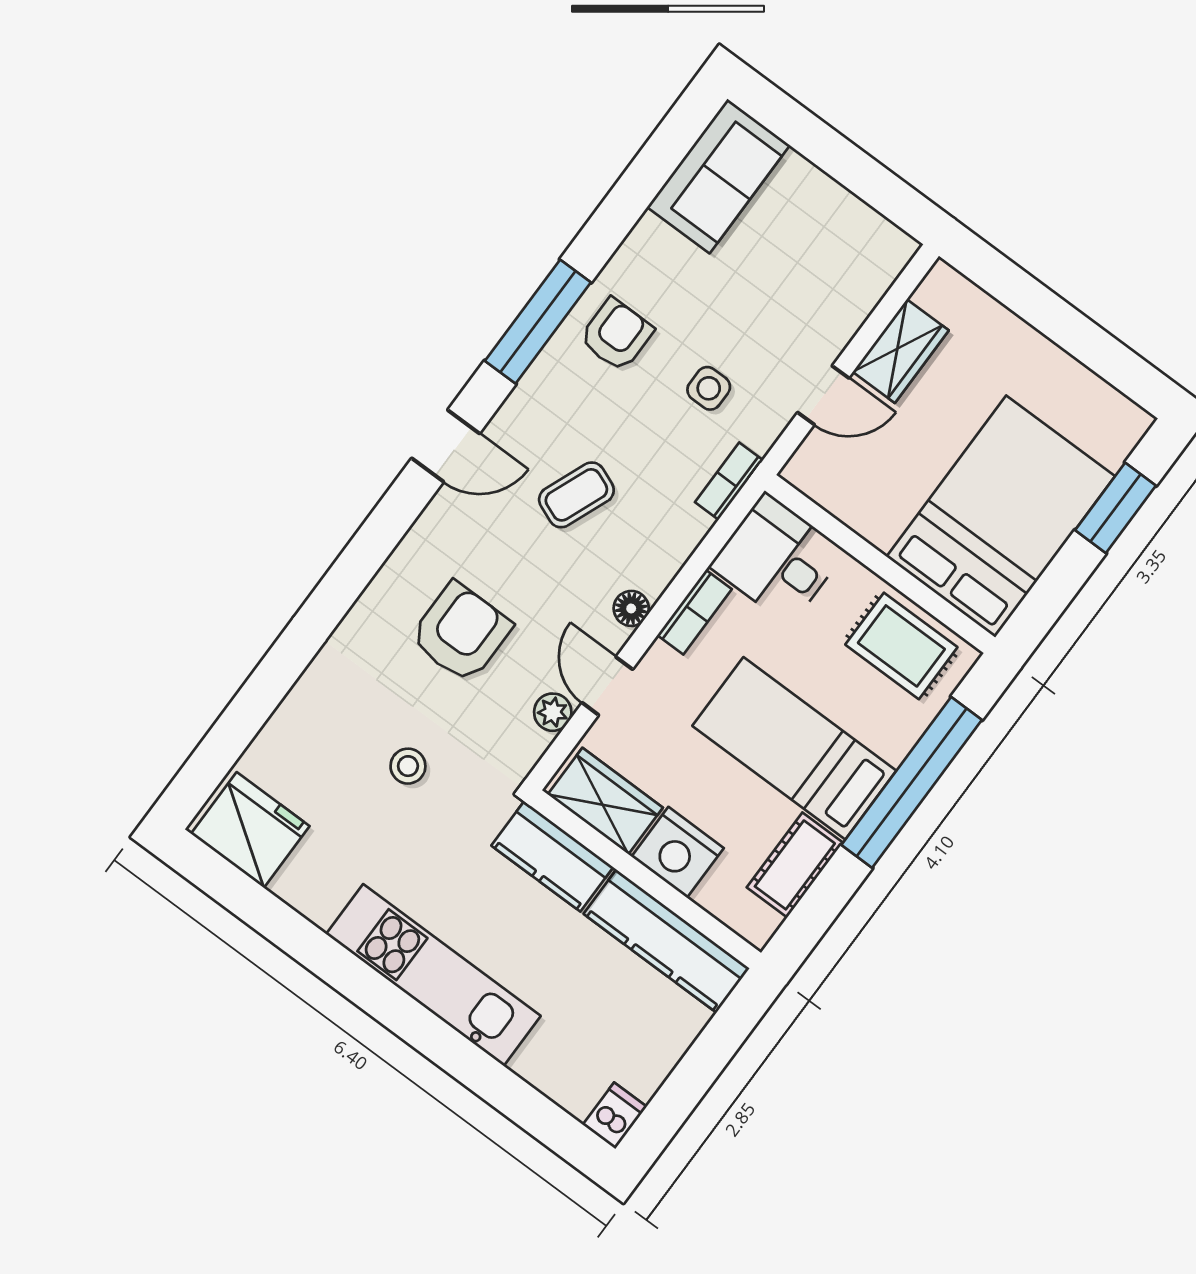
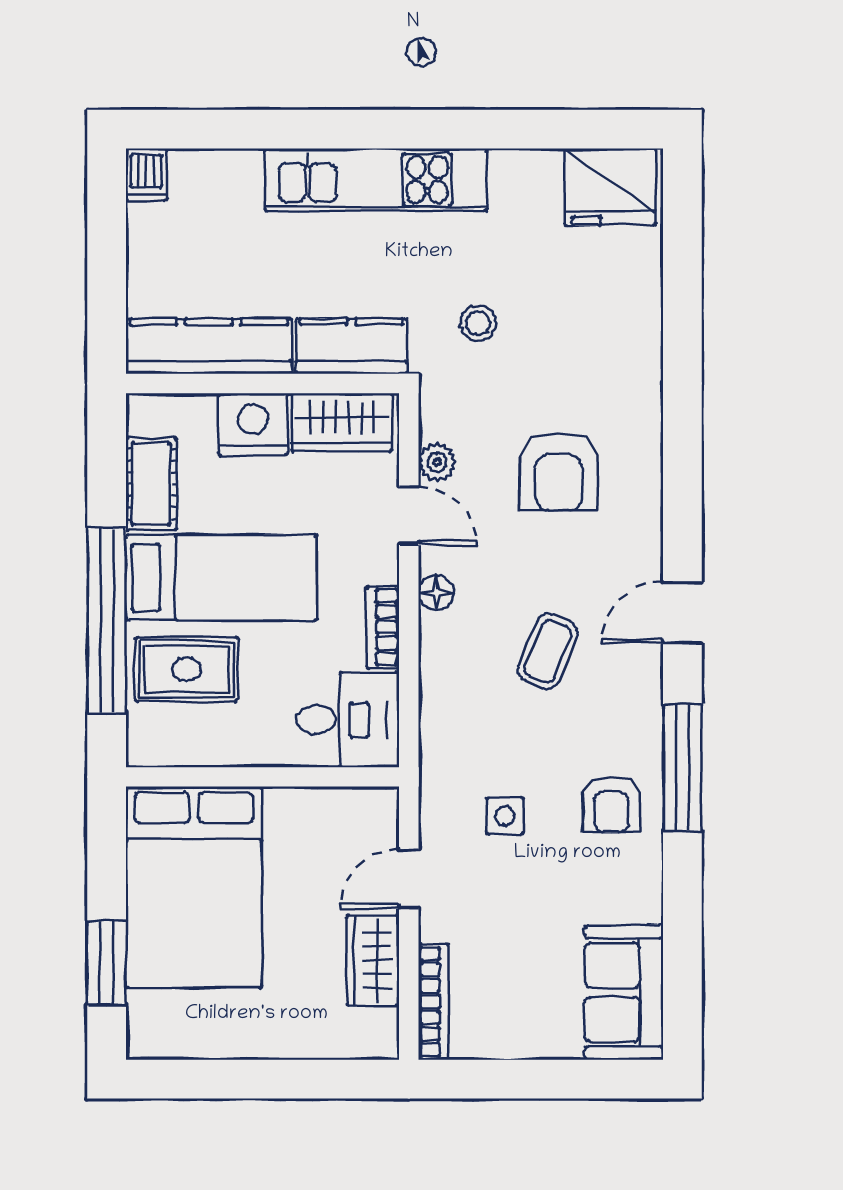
bookcase: (729, 481) -> (433, 1002), moved, width x1.56
rug: (901, 646) -> (187, 669), moved
stool: (408, 766) -> (478, 323), moved

